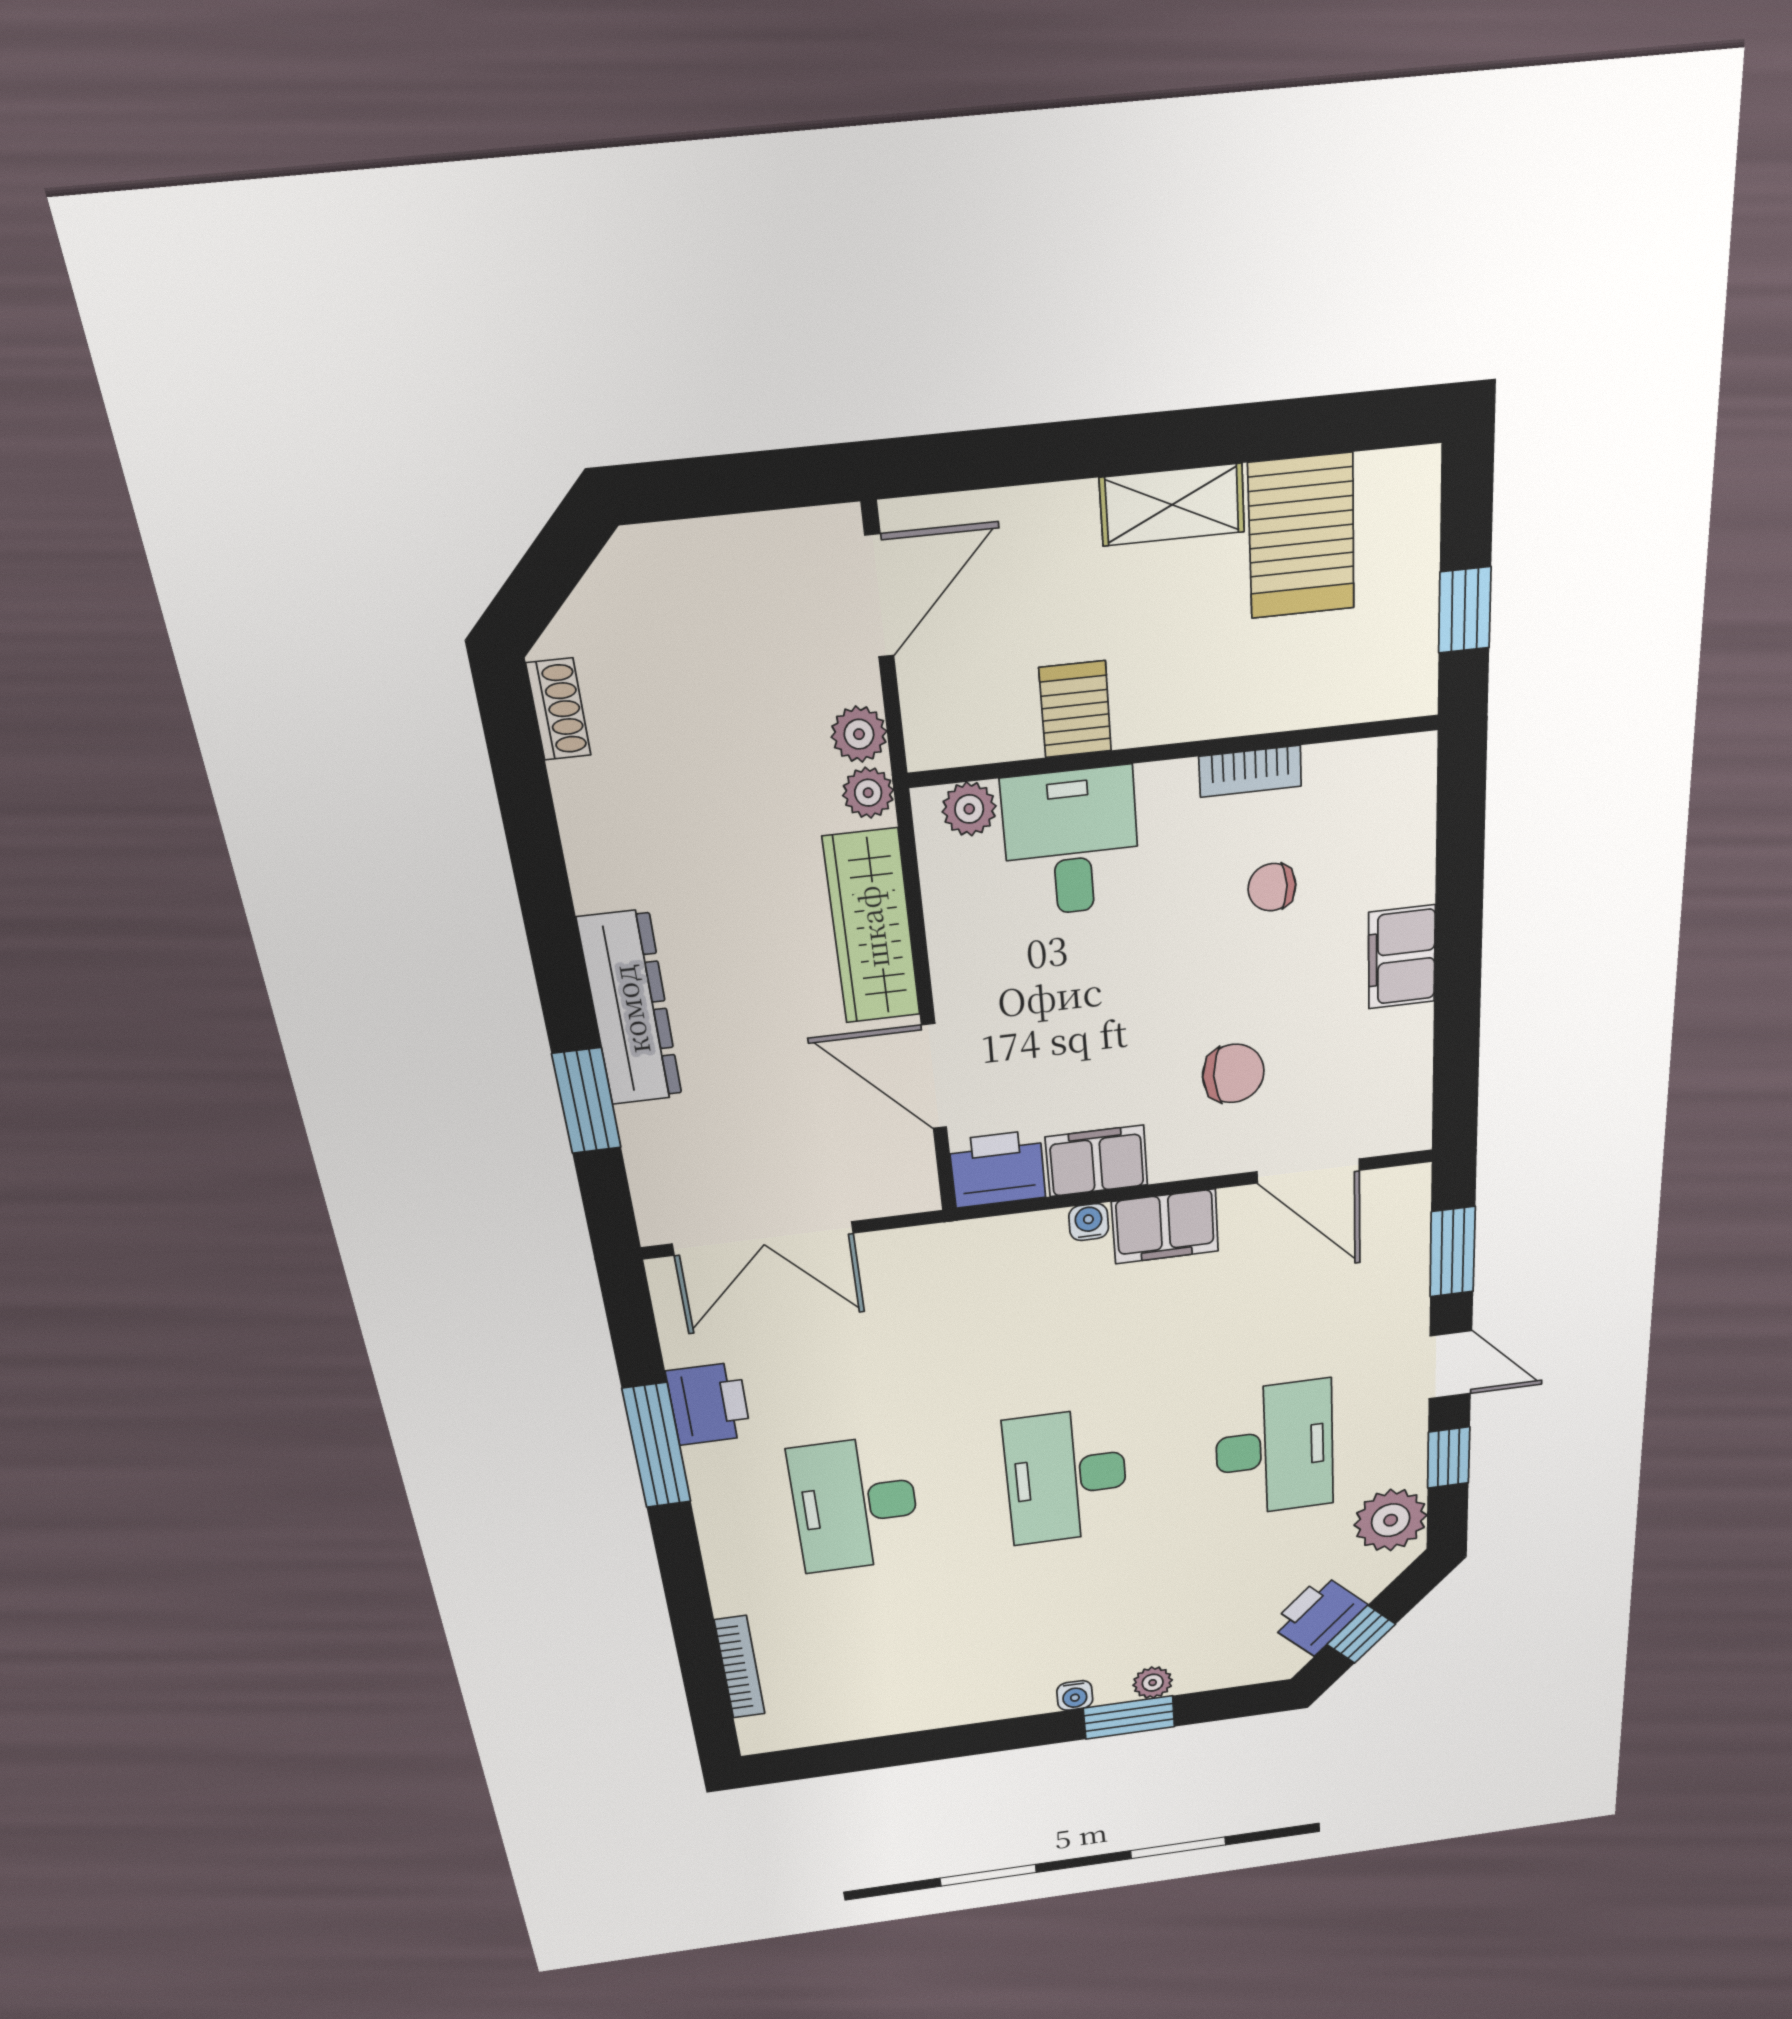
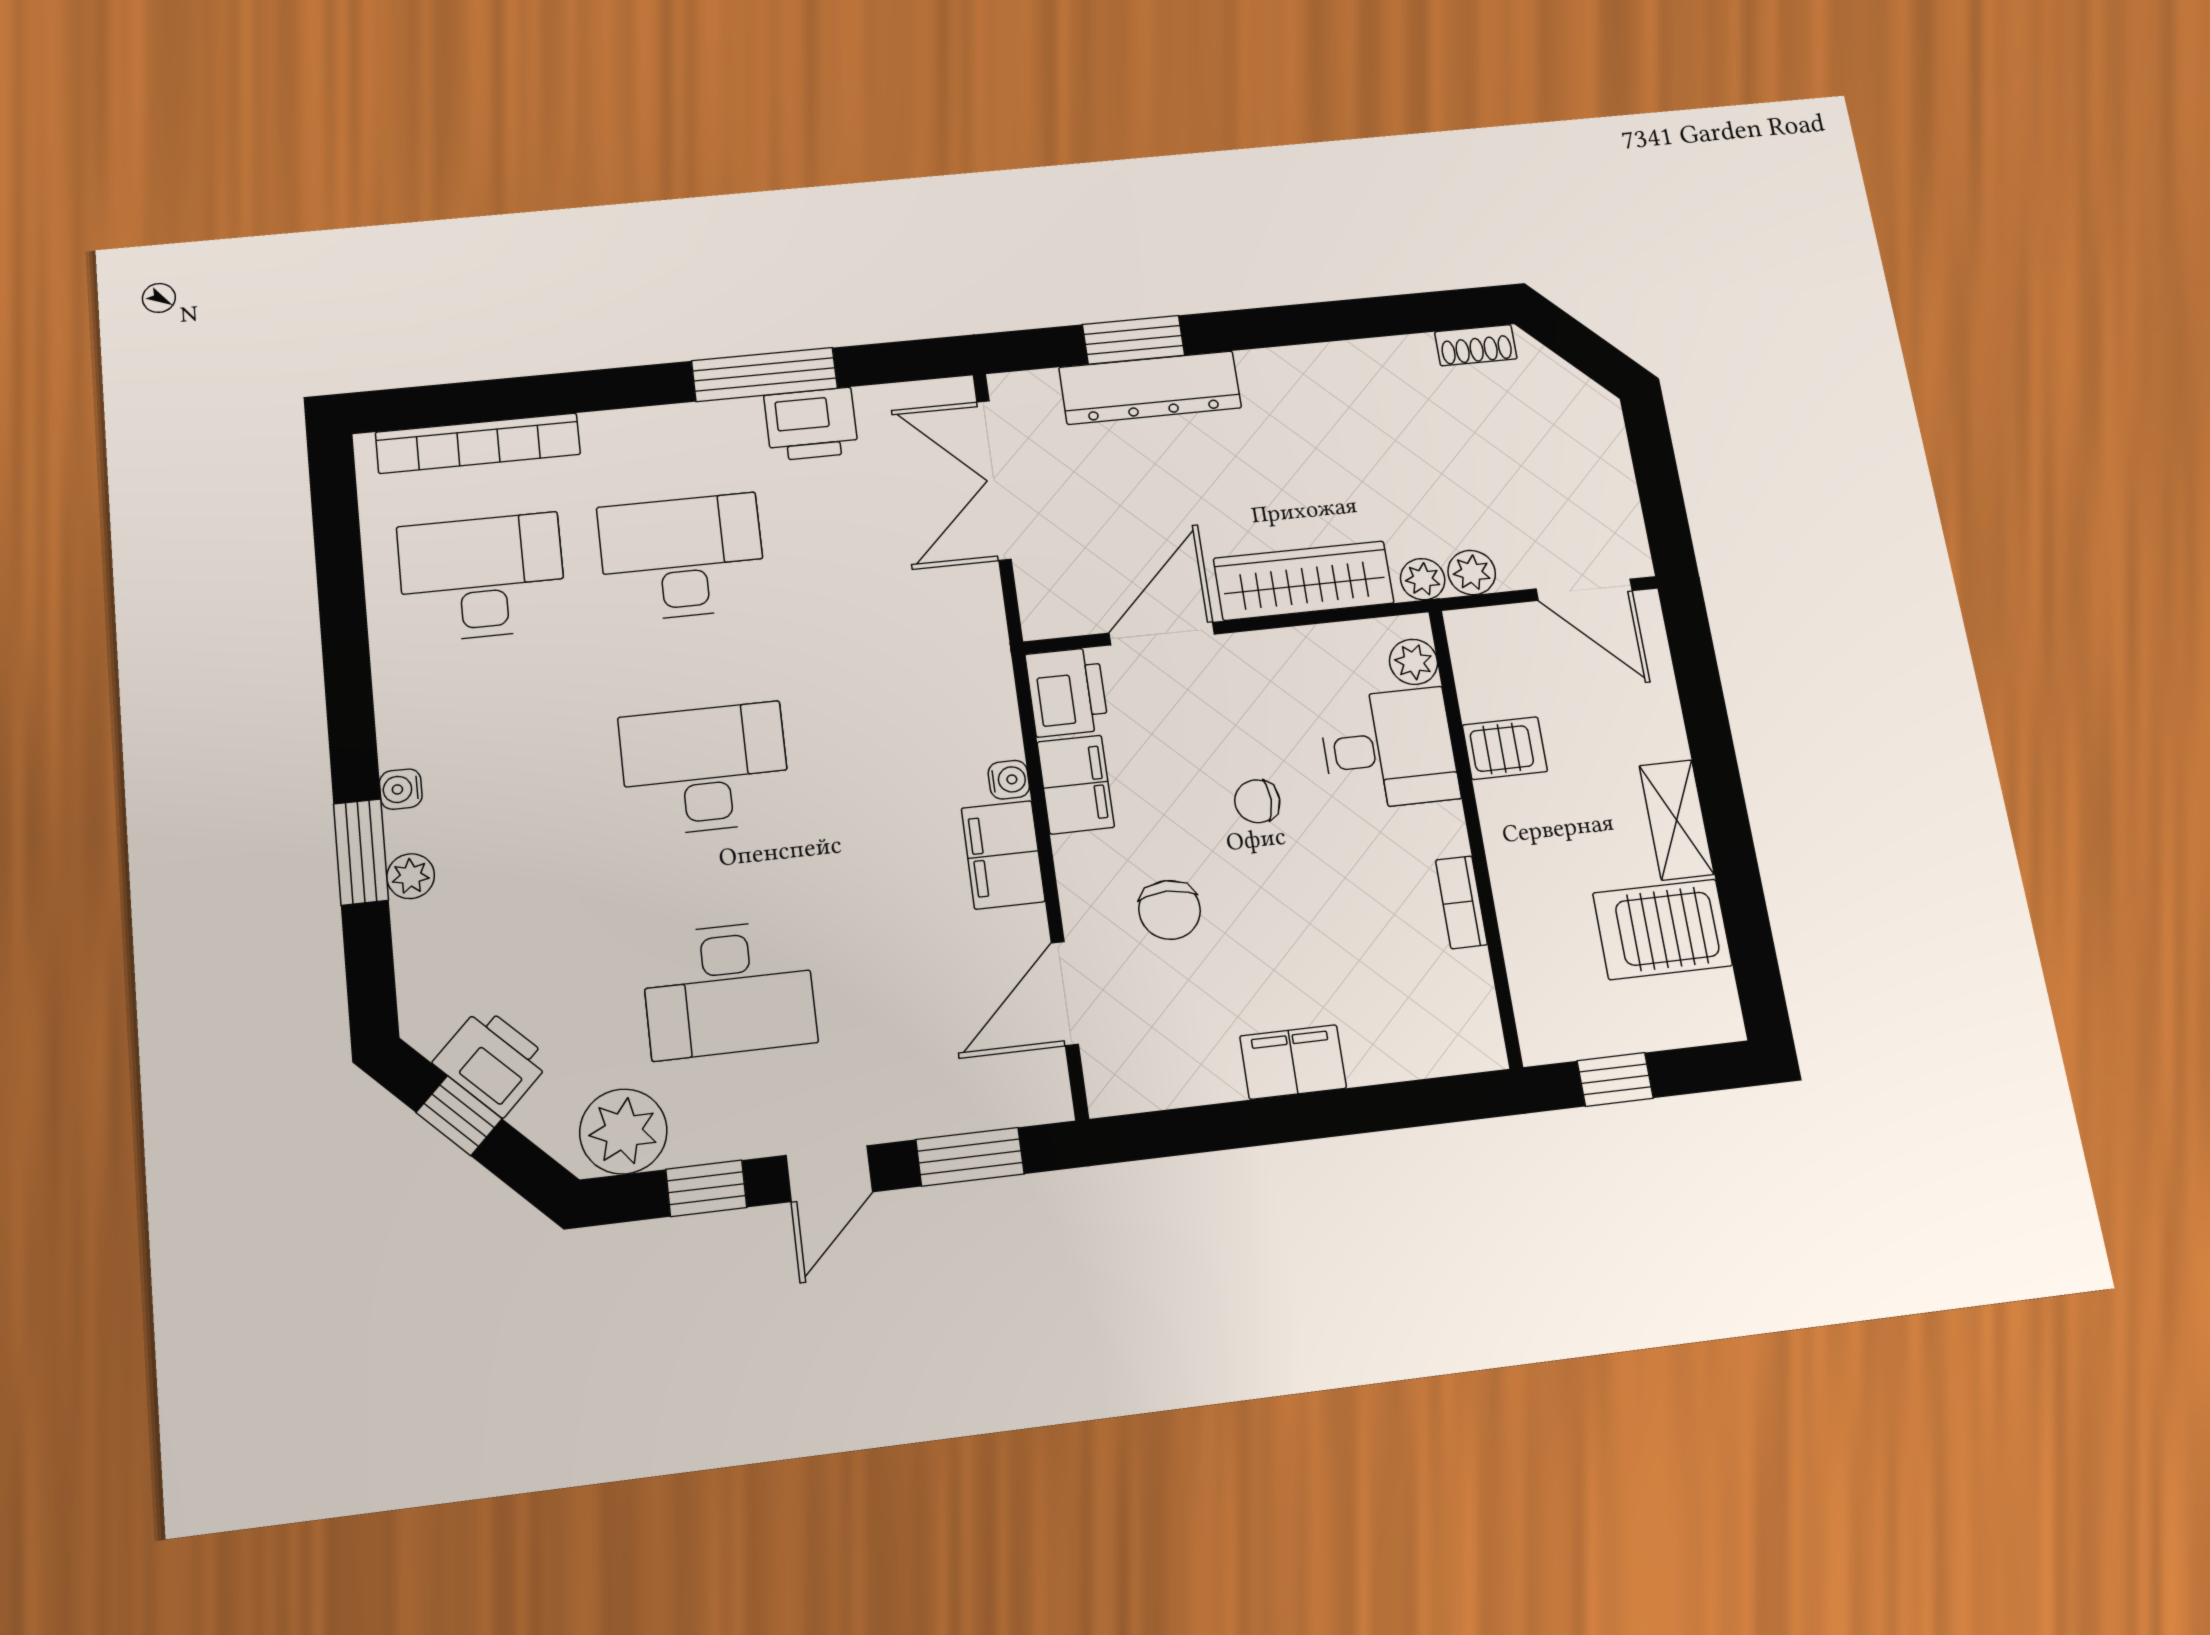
chair: (1272, 887) -> (1257, 801), moved, turned -90
dresser: (630, 1009) -> (1150, 388), moved
desk: (878, 1654) -> (482, 577), added
bookcase: (740, 1667) -> (478, 443), width x1.48, depth x1.31

